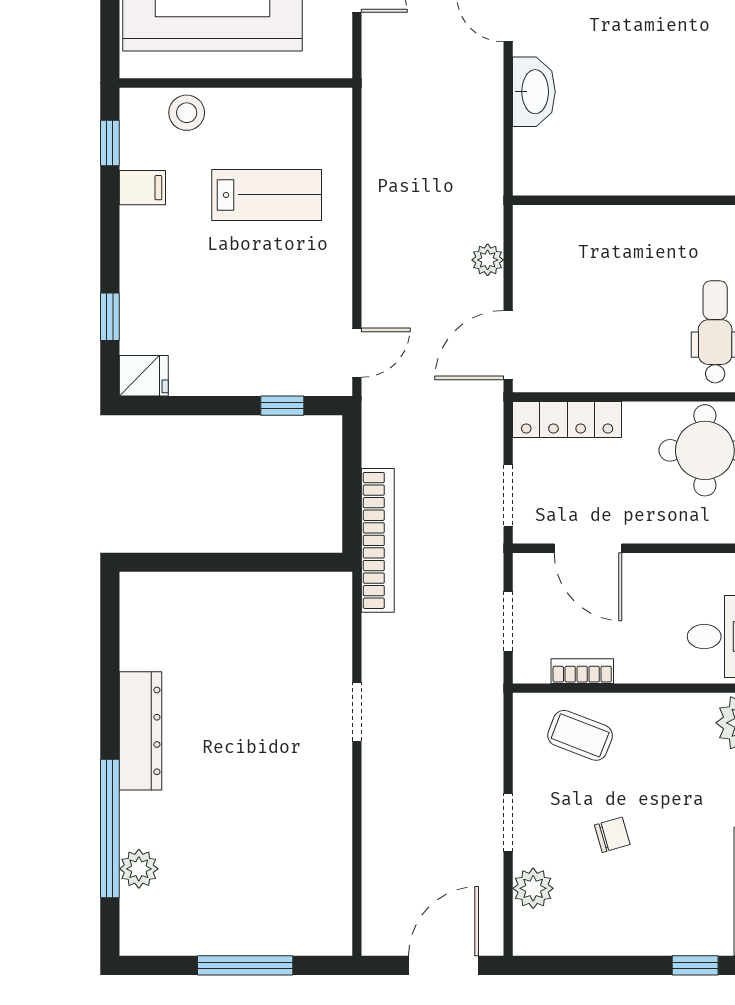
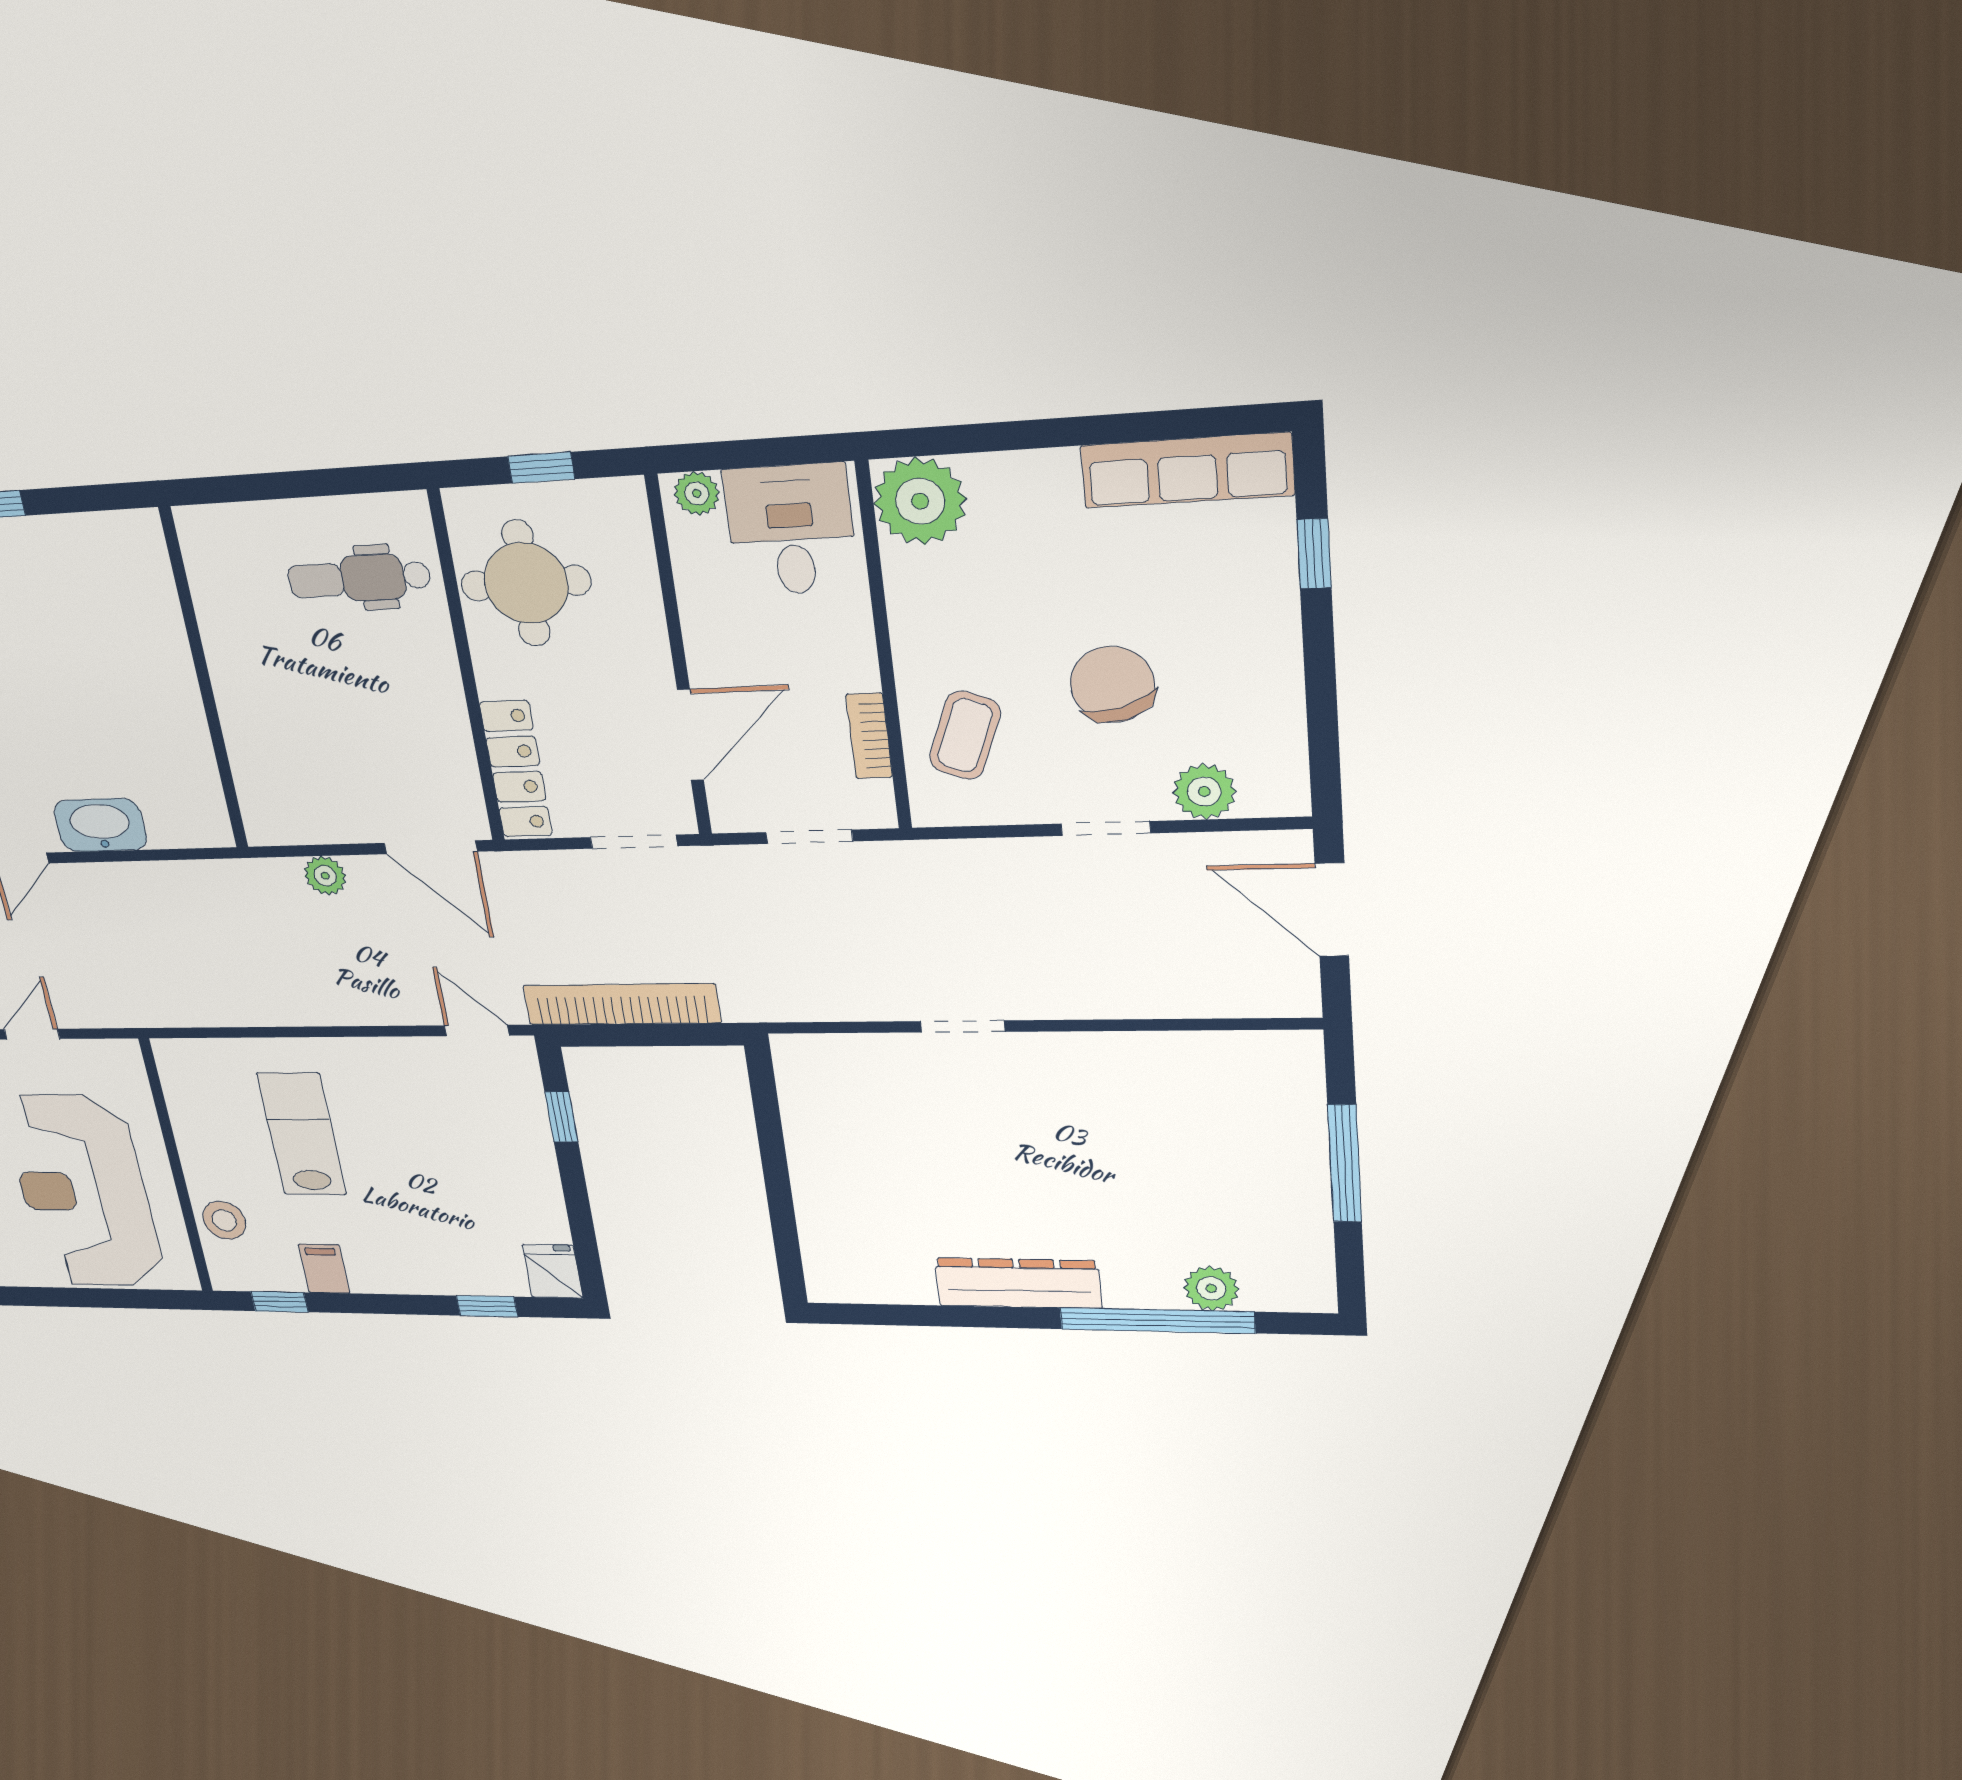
bookcase: (378, 540) -> (622, 1004), moved
chair: (612, 835) -> (1112, 684), width x1.87, depth x1.87

